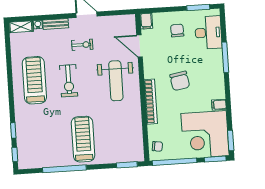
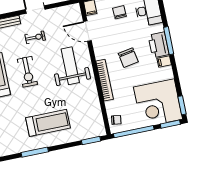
window: (225, 57) -> (169, 41), moved
printer: (215, 72) -> (159, 45), added
weight bench: (116, 81) -> (70, 66), turned 180
filing cabinet: (219, 105) -> (164, 61), moved
treadmill: (83, 139) -> (48, 123), turned 90
window: (64, 169) -> (35, 152), width x0.68

